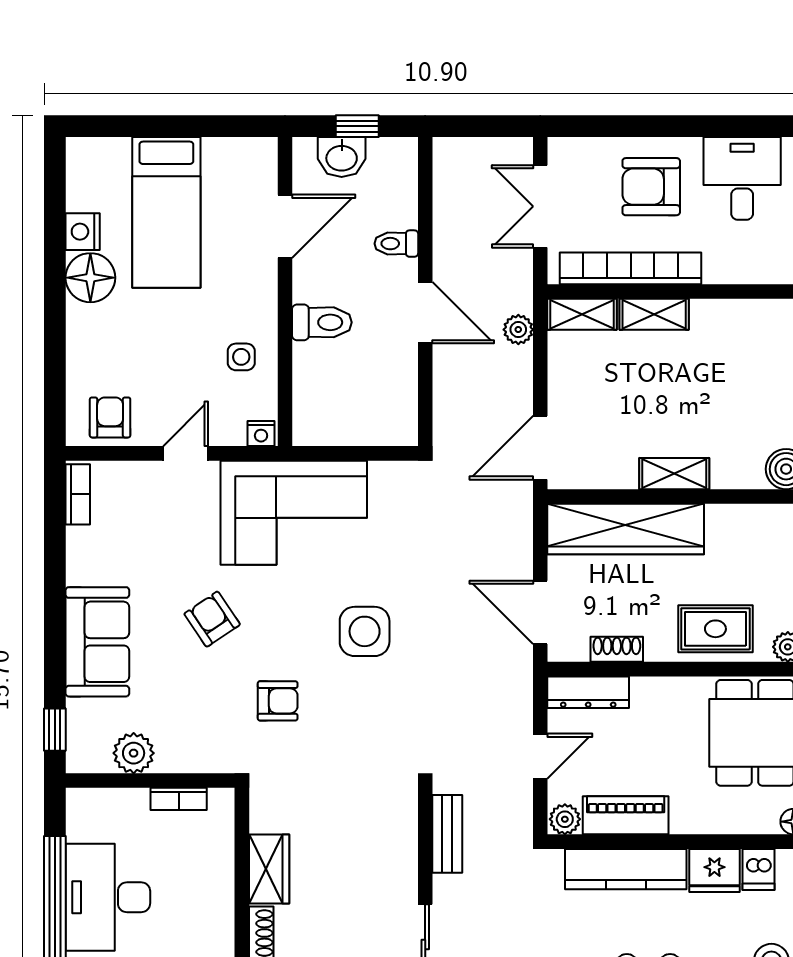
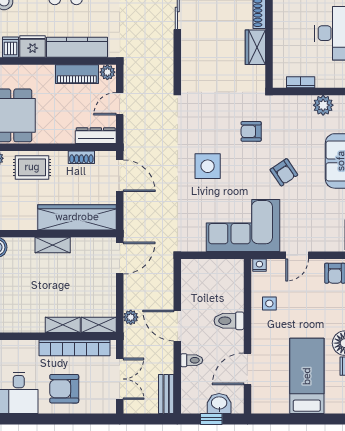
armchair: (651, 187) -> (64, 389), turned 180
bench: (447, 834) -> (166, 394), moved

